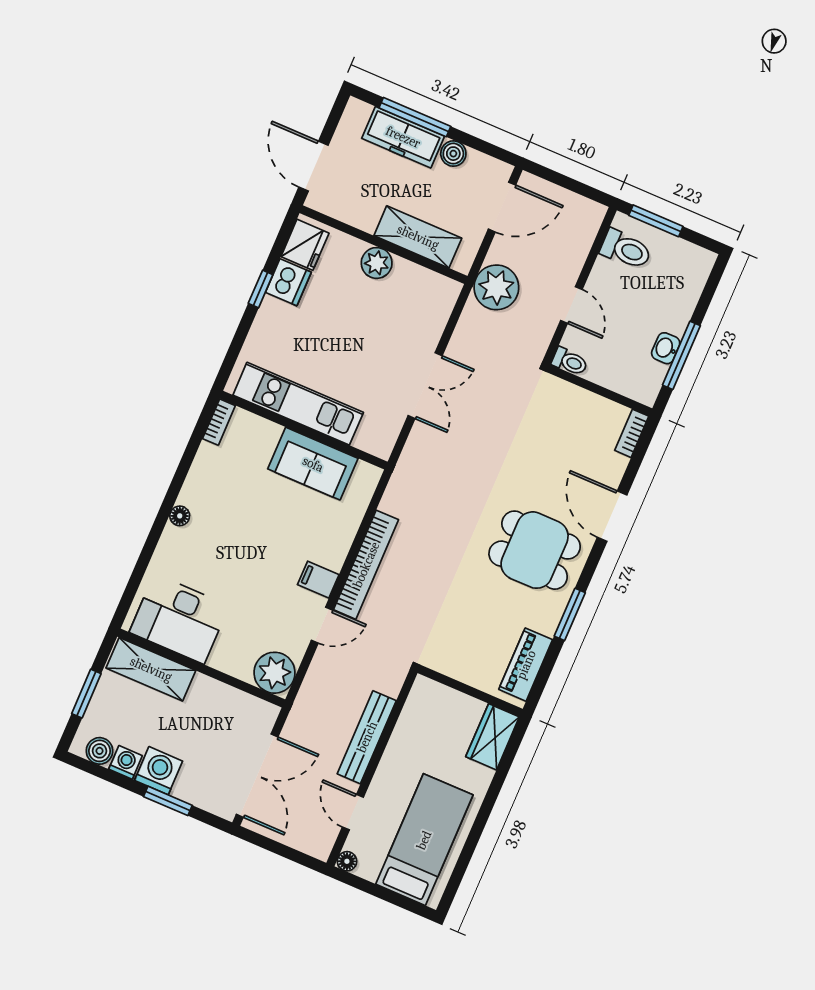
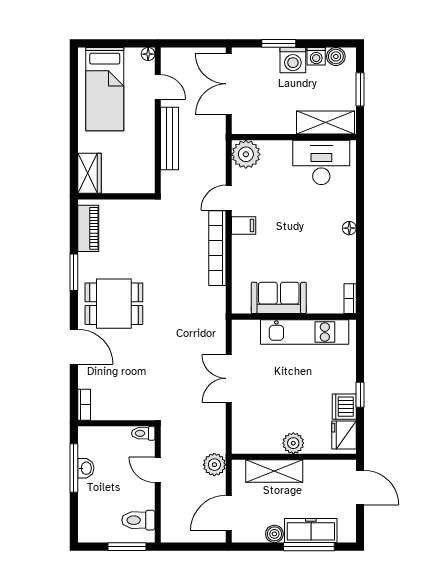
plant: (496, 287) -> (214, 465), width x0.73, depth x0.73

